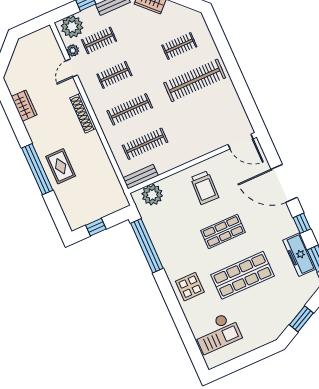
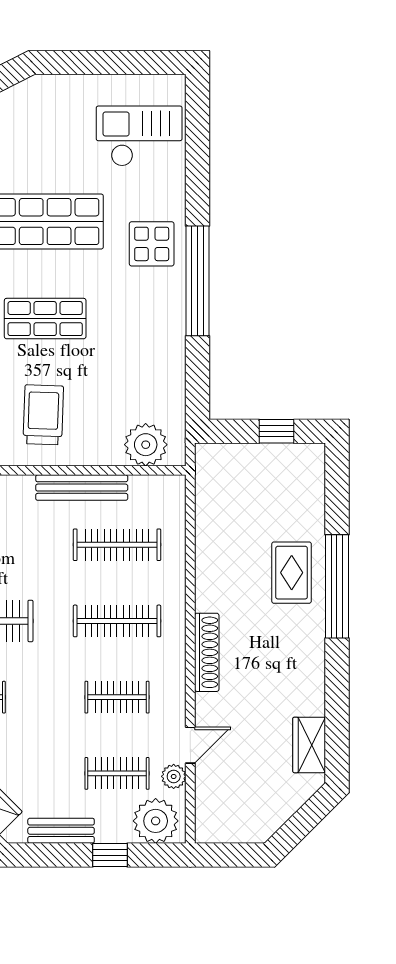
wardrobe: (24, 106) -> (309, 745), moved
bench: (141, 177) -> (82, 488), moved, width x1.36
window: (147, 246) -> (198, 281), moved

